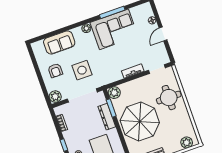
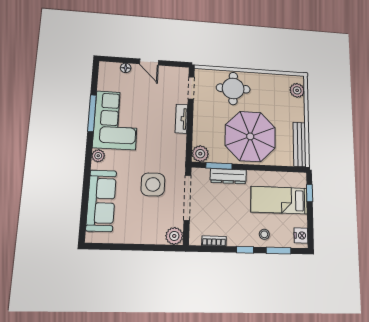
sofa: (59, 42) -> (101, 201), width x1.36
armchair: (55, 70) -> (138, 221), removed

